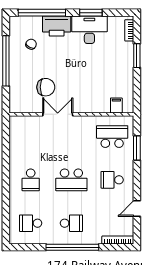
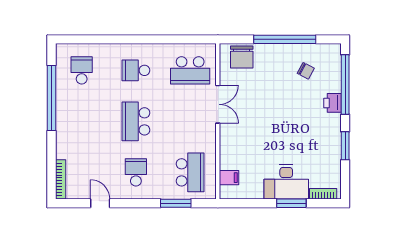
printer: (57, 26) -> (333, 103), width x0.53, depth x0.68
desk: (89, 30) -> (286, 182), moved, turned 90
chair: (46, 87) -> (242, 57), moved
school desk: (71, 223) -> (190, 70), moved, width x1.85
window: (72, 247) -> (52, 98), moved

